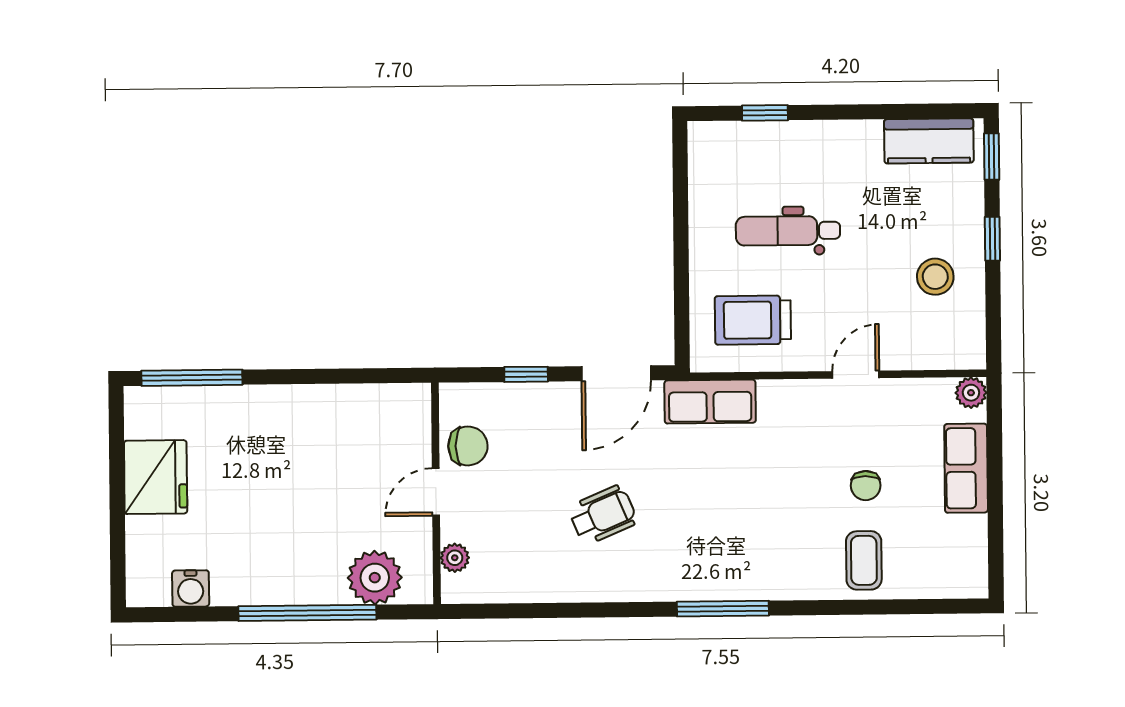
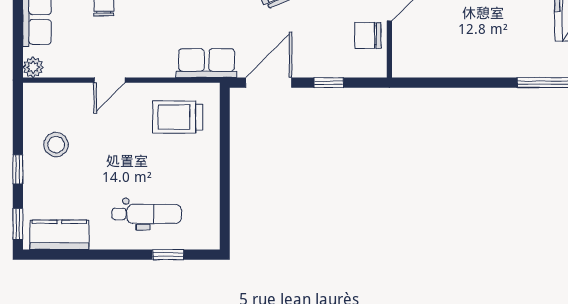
dental chair: (788, 231) -> (147, 214), moved
trolley: (753, 320) -> (178, 117), turned 180

